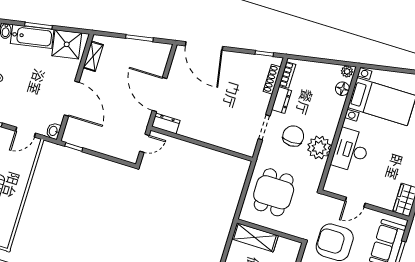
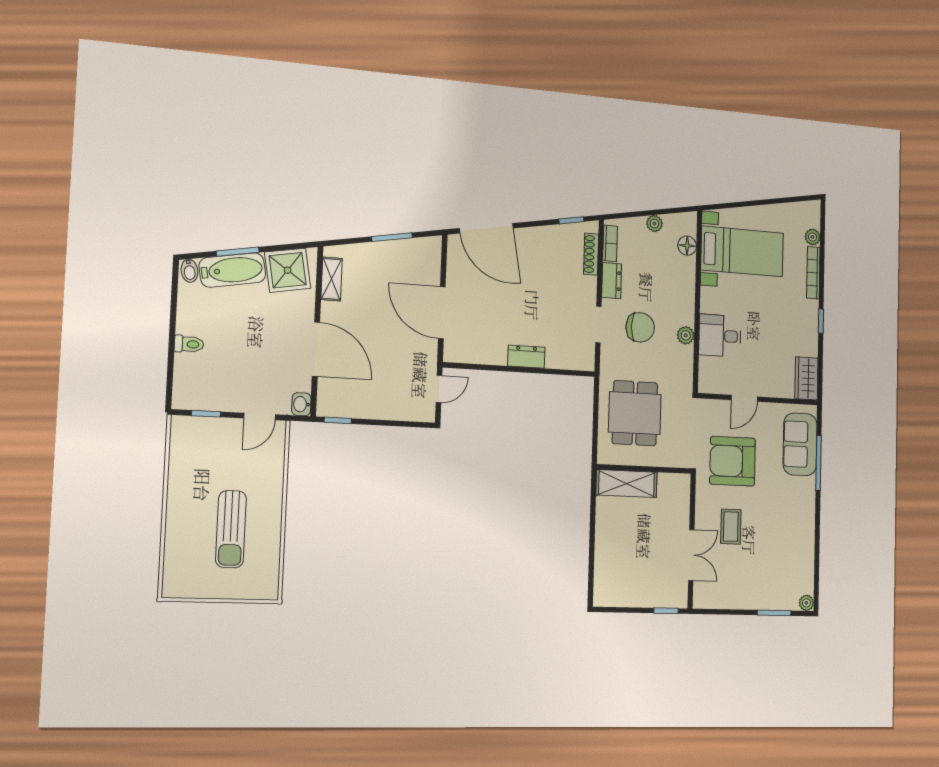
plant: (347, 71) -> (654, 224), moved
dresser: (166, 123) -> (526, 357), moved
chair: (293, 136) -> (640, 327), turned 90
plant: (319, 148) -> (686, 335), width x0.53, depth x0.53
desk: (351, 150) -> (720, 336), width x0.73

